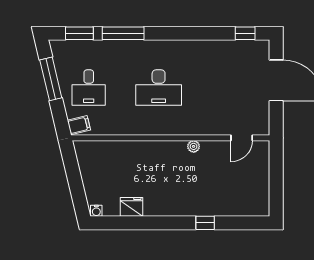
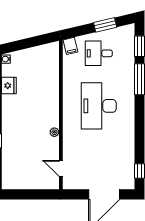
window: (51, 79) -> (105, 25), width x0.69
desk: (159, 88) -> (99, 106), width x1.36, depth x1.30

